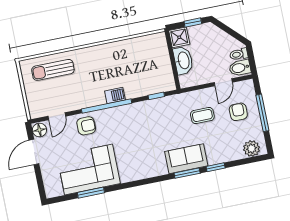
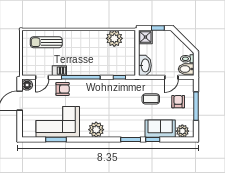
plant: (140, 47) -> (114, 38), added
washbasin: (183, 60) -> (145, 65), moved
barbecue: (115, 95) -> (59, 71), moved
sofa: (186, 159) -> (160, 129), moved
plant: (140, 169) -> (96, 130), added

